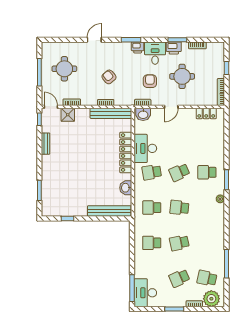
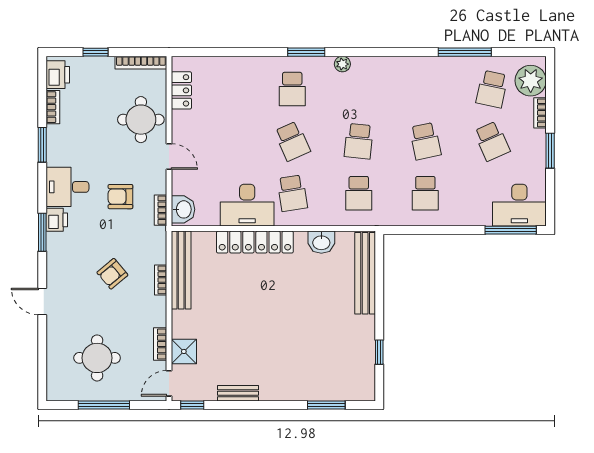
printer: (174, 48) -> (58, 75), moved
round table: (182, 76) -> (141, 120), moved

